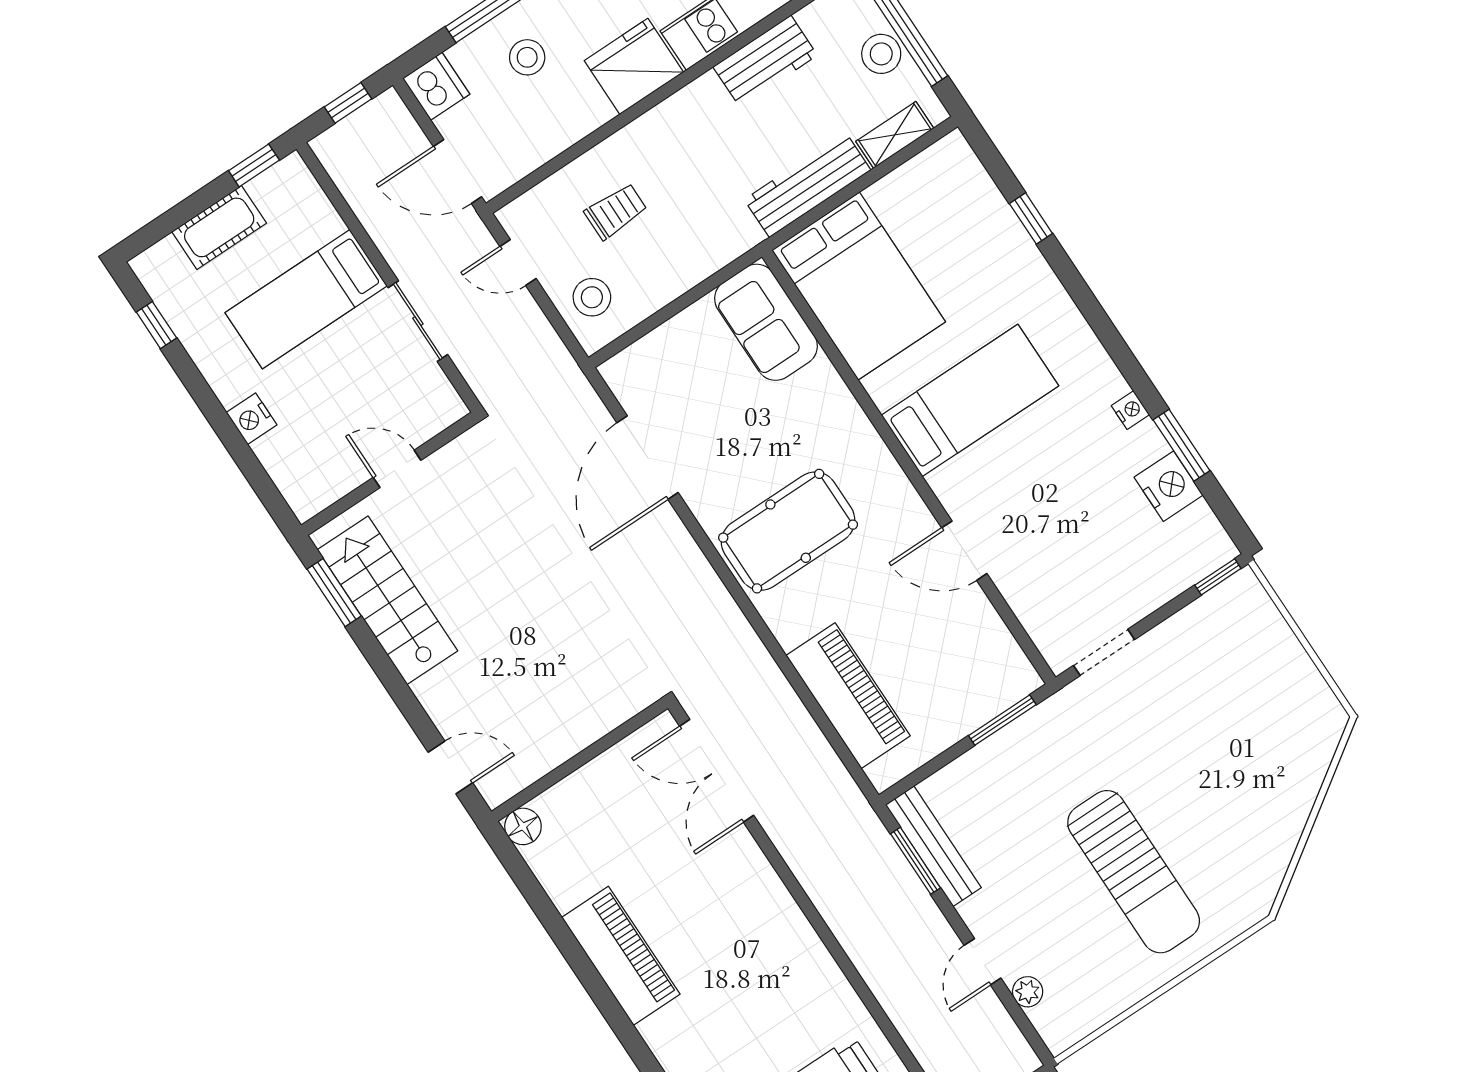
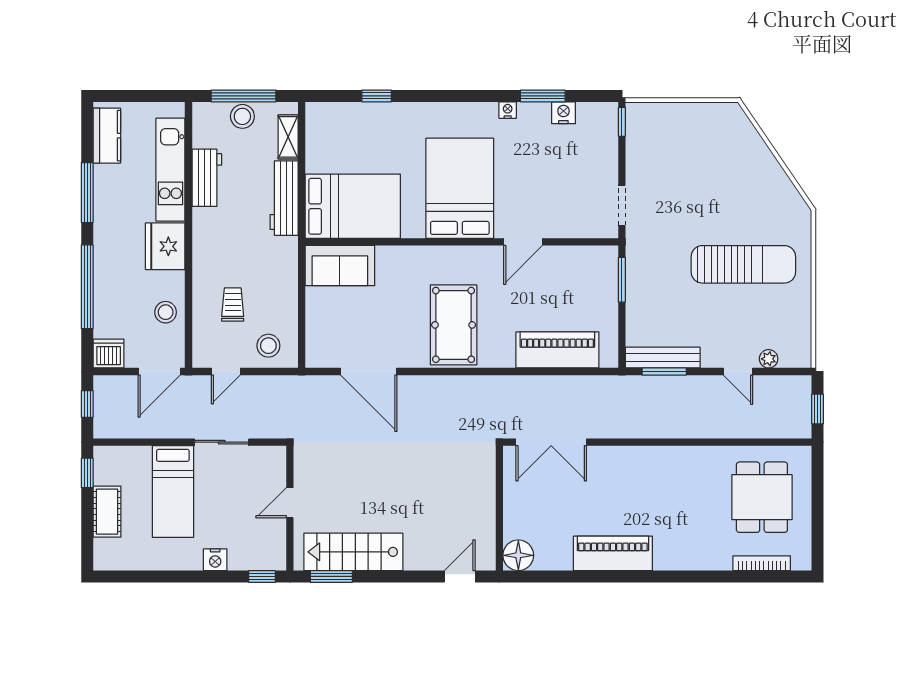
stool: (527, 57) -> (166, 312), moved
window: (156, 325) -> (262, 576), moved
bed: (970, 400) -> (460, 188), width x1.50
nightstand: (1169, 486) -> (563, 113), width x0.74, depth x0.75
floor lamp: (523, 826) -> (518, 555), width x1.38, depth x1.38

